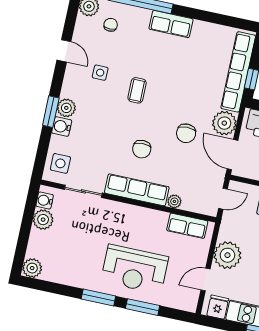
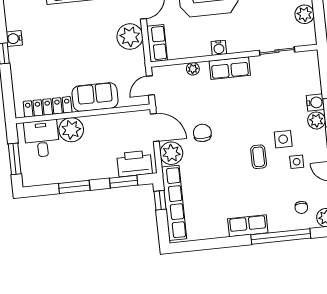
chair: (142, 149) -> (237, 106), removed
side table: (60, 163) -> (283, 139), moved
row of seats: (137, 190) -> (230, 68), width x0.68
water cooler: (45, 200) -> (219, 48), moved, turned 90
row of seats: (187, 226) -> (157, 43), moved, turned 90

